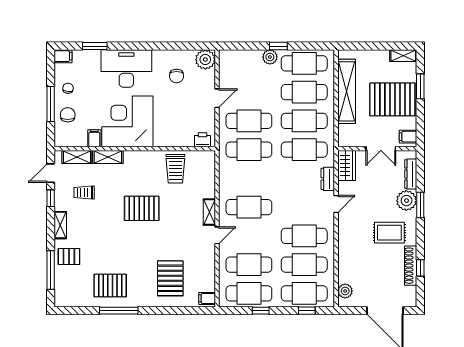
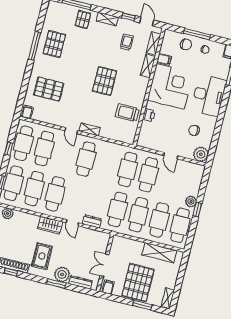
shelving: (347, 91) -> (159, 253), width x0.68
printer: (202, 140) -> (149, 115), moved
wardrobe: (347, 165) -> (50, 225), moved

